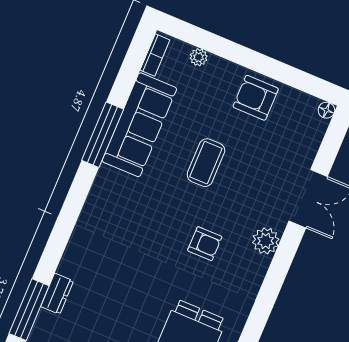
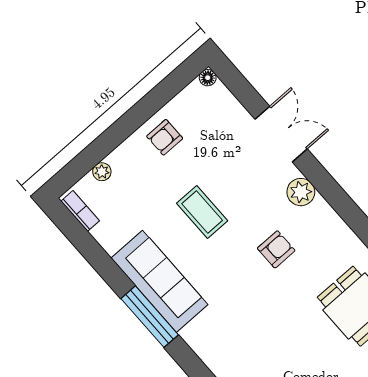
armchair: (256, 98) -> (165, 137), width x0.72, depth x0.72
sofa: (139, 125) -> (159, 281), moved
window: (103, 135) -> (150, 317), moved

